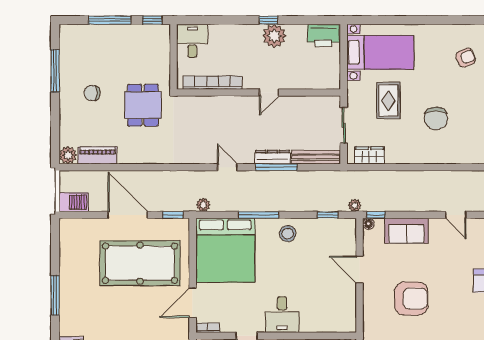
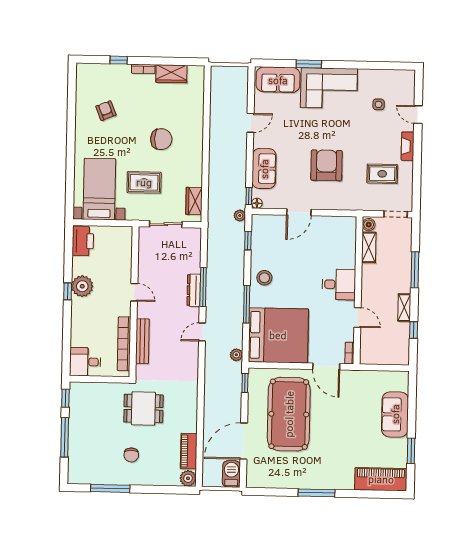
bench: (316, 157) -> (142, 341), moved
door: (128, 215) -> (244, 441), moved

